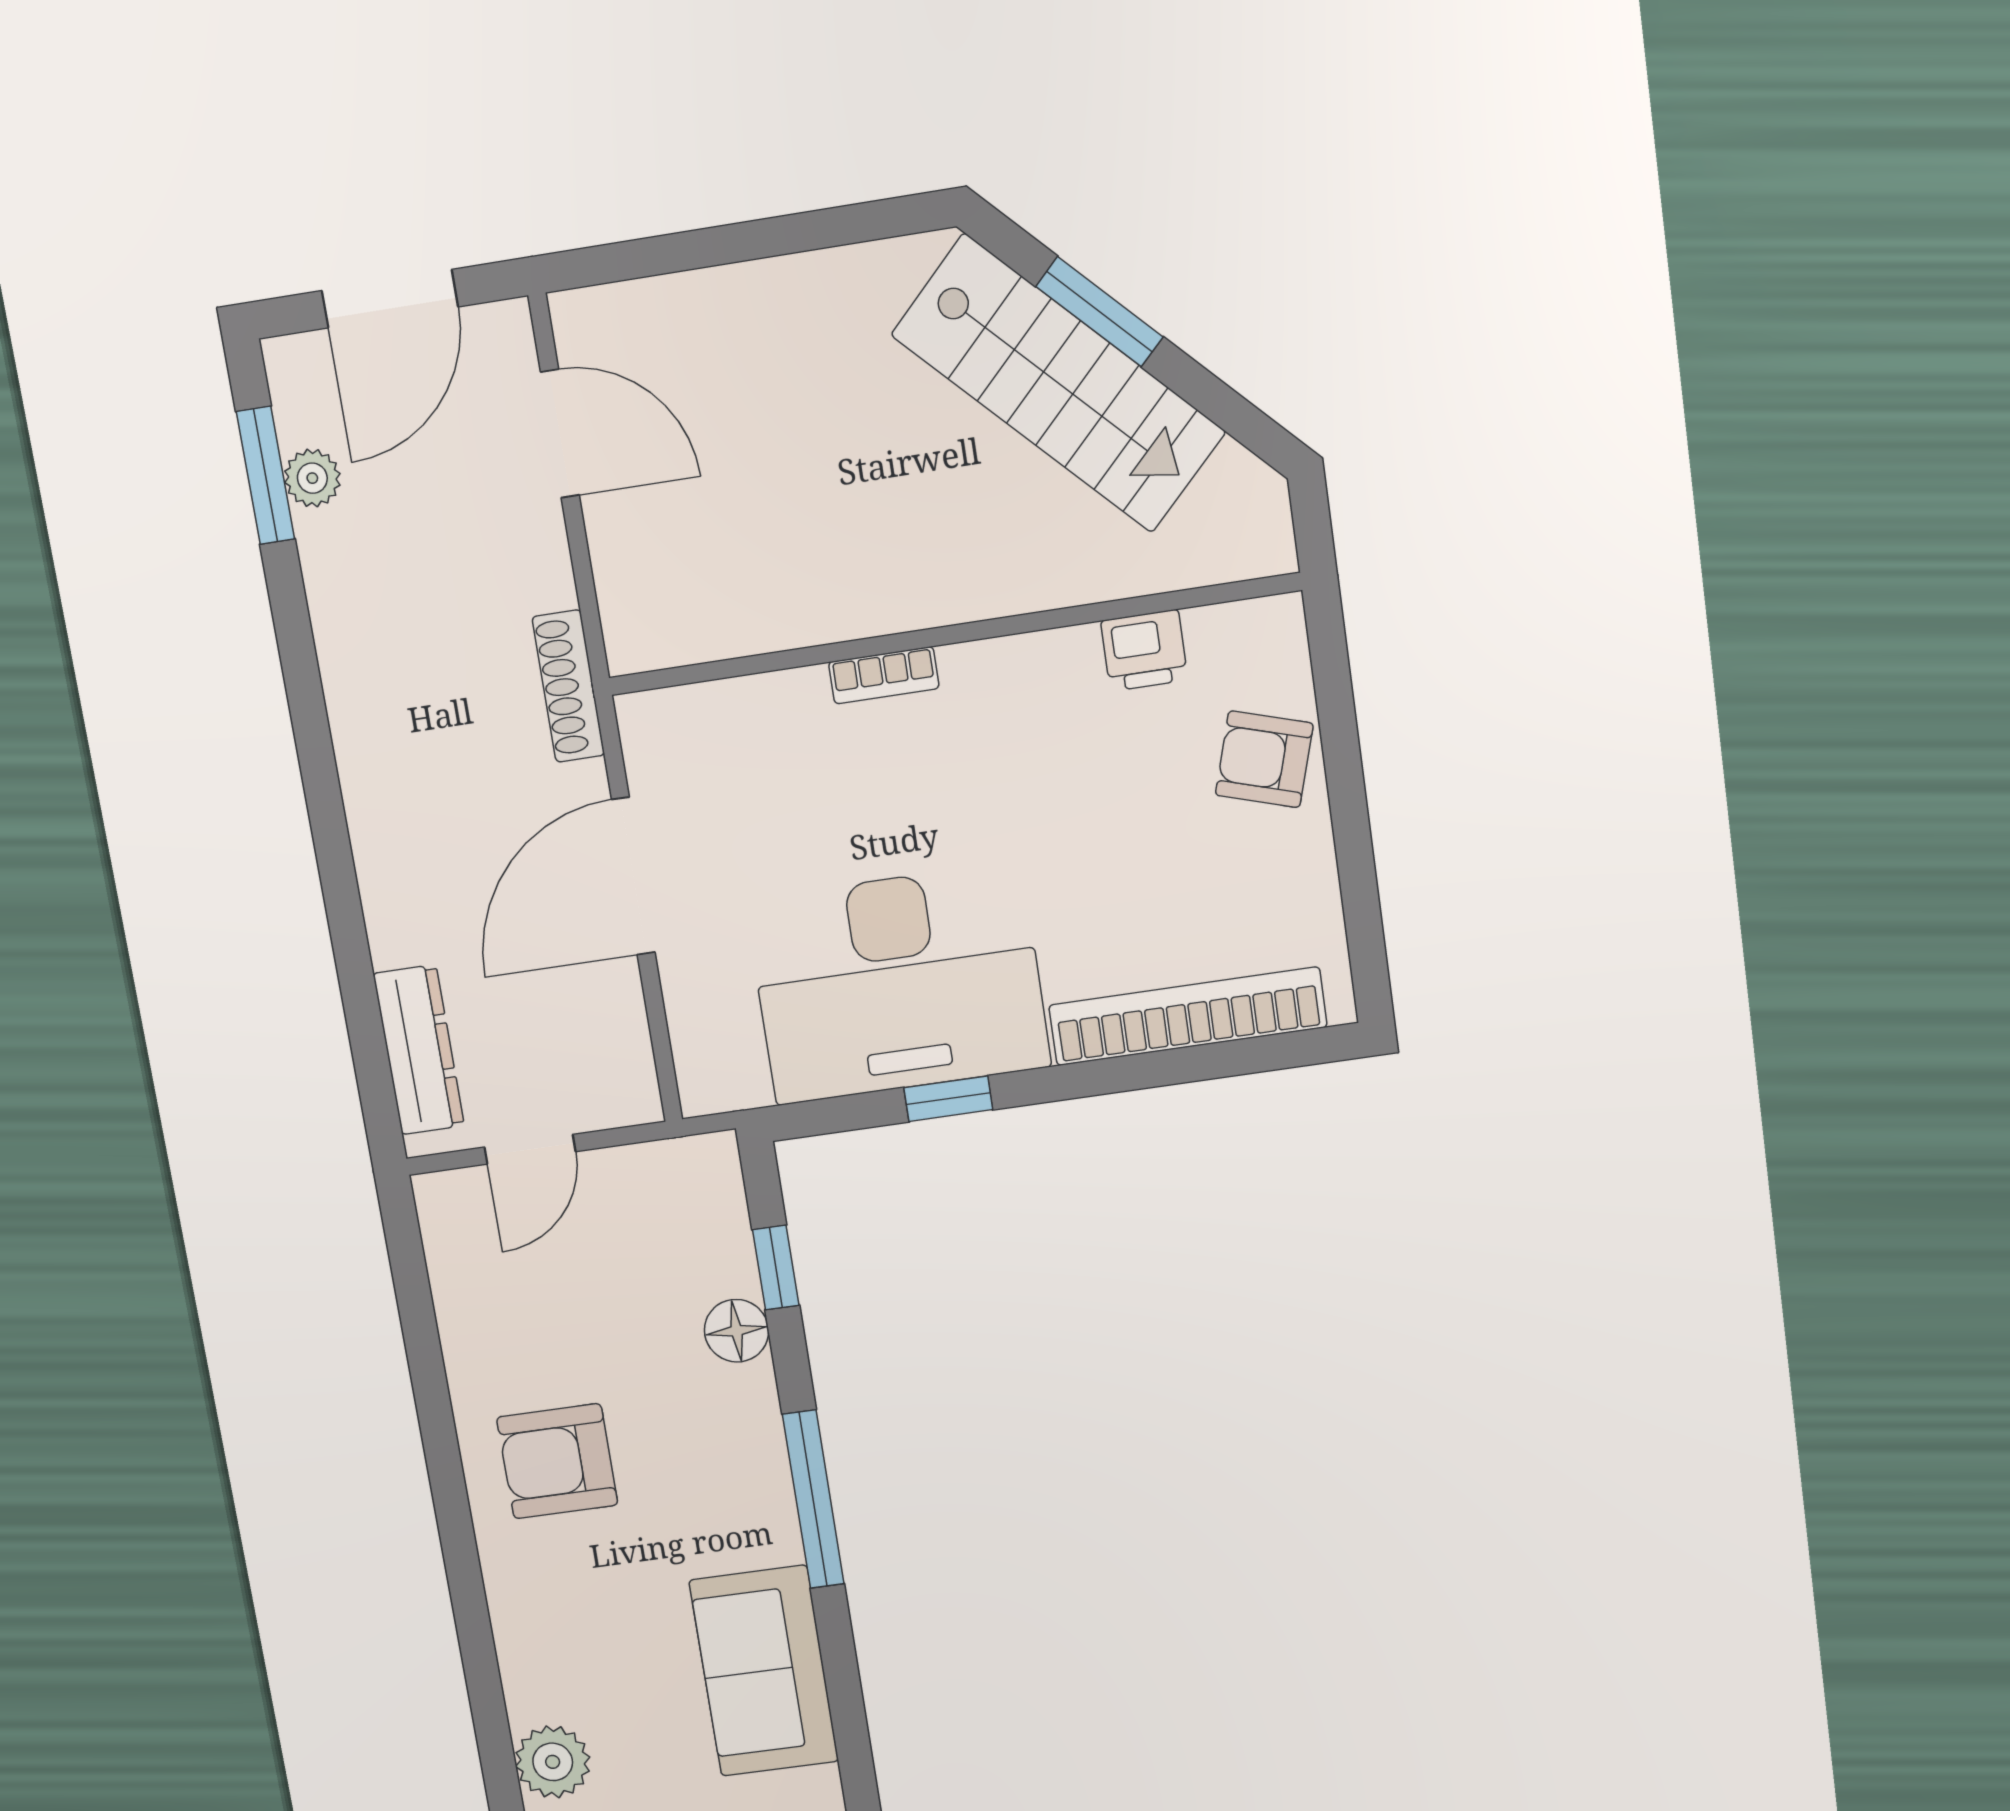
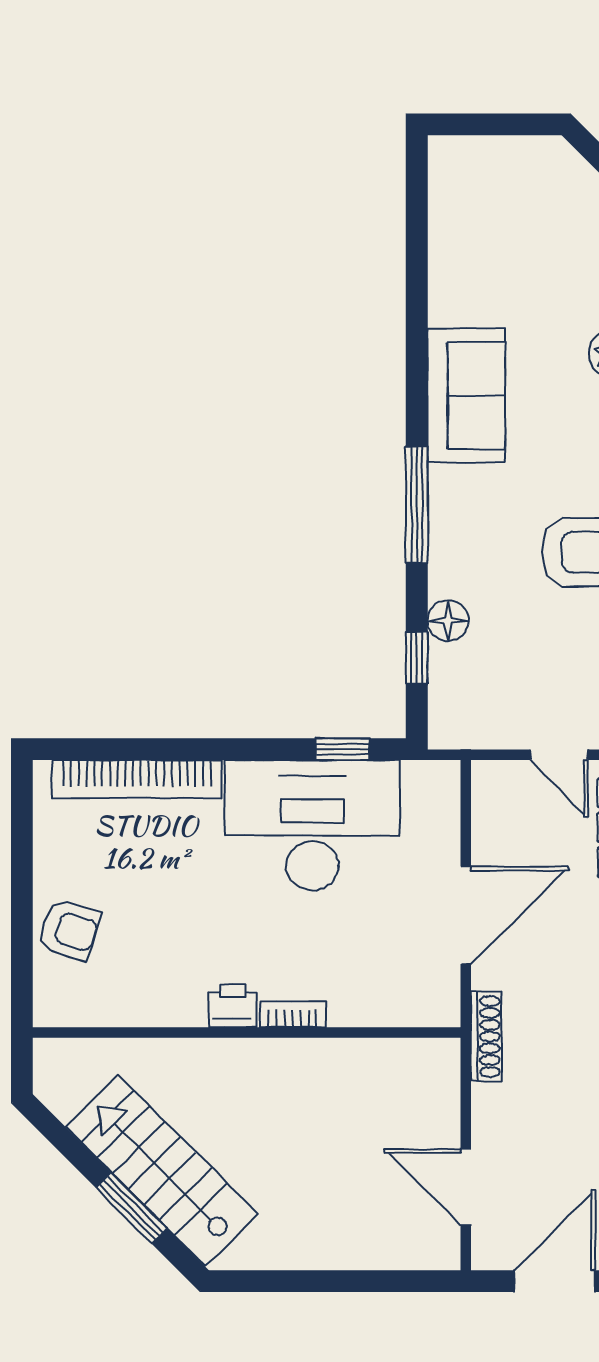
printer: (1144, 650) -> (233, 1006), moved
window: (948, 1099) -> (343, 749), moved
door: (530, 1149) -> (559, 755), swing flipped

